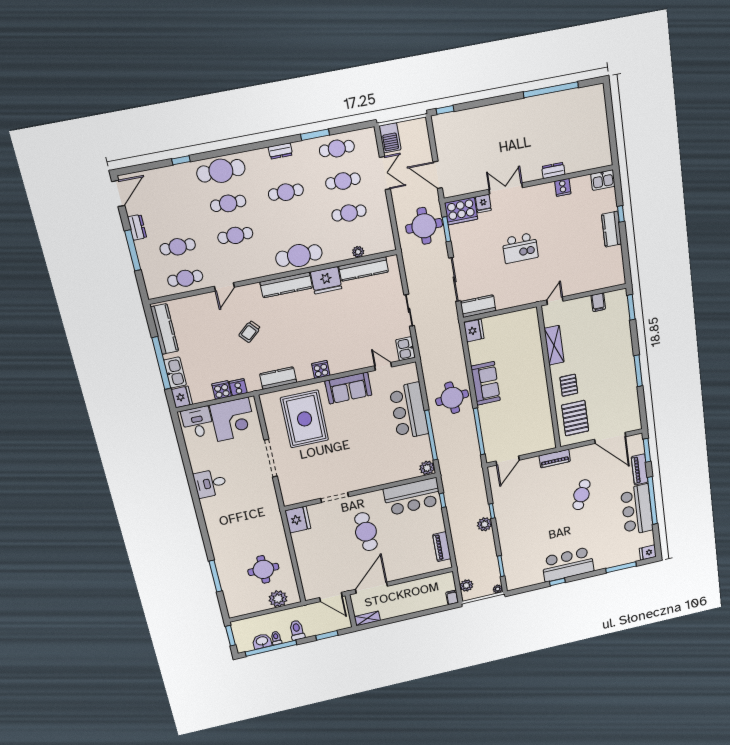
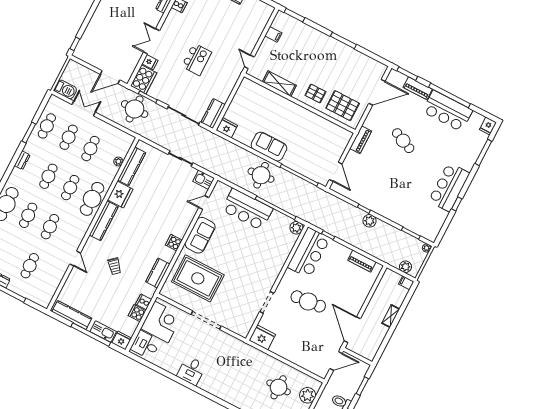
cafe table: (185, 278) -> (70, 188), moved
shelving: (367, 619) -> (391, 316), moved

